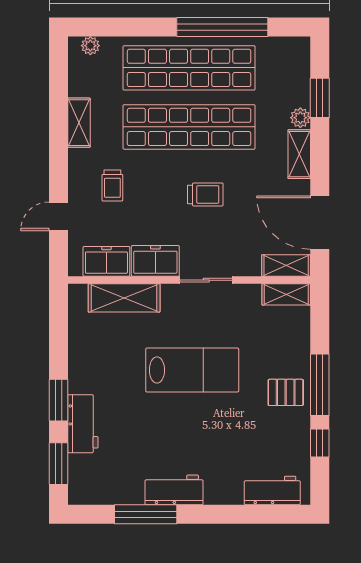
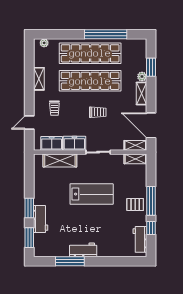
workbench: (272, 490) -> (140, 239), moved, turned -90

